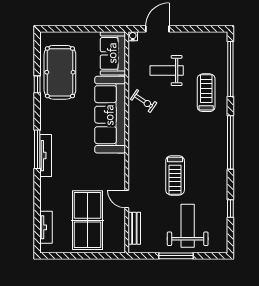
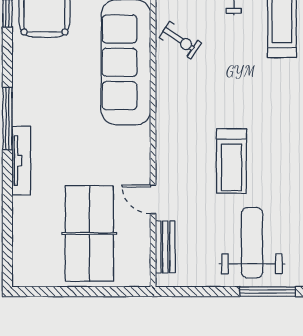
tv unit: (46, 156) -> (21, 161), moved
tv unit: (46, 227) -> (22, 245), removed
window: (176, 256) -> (268, 292), moved

